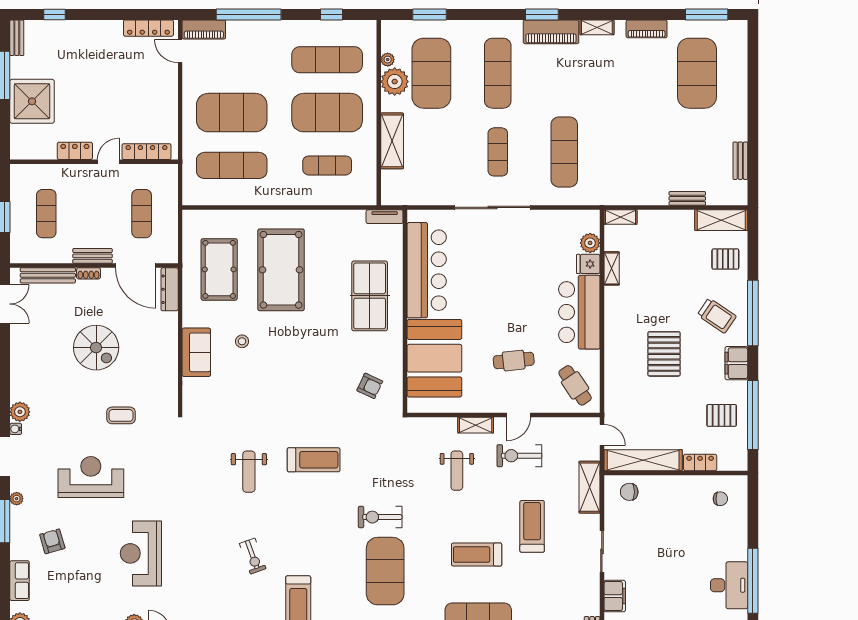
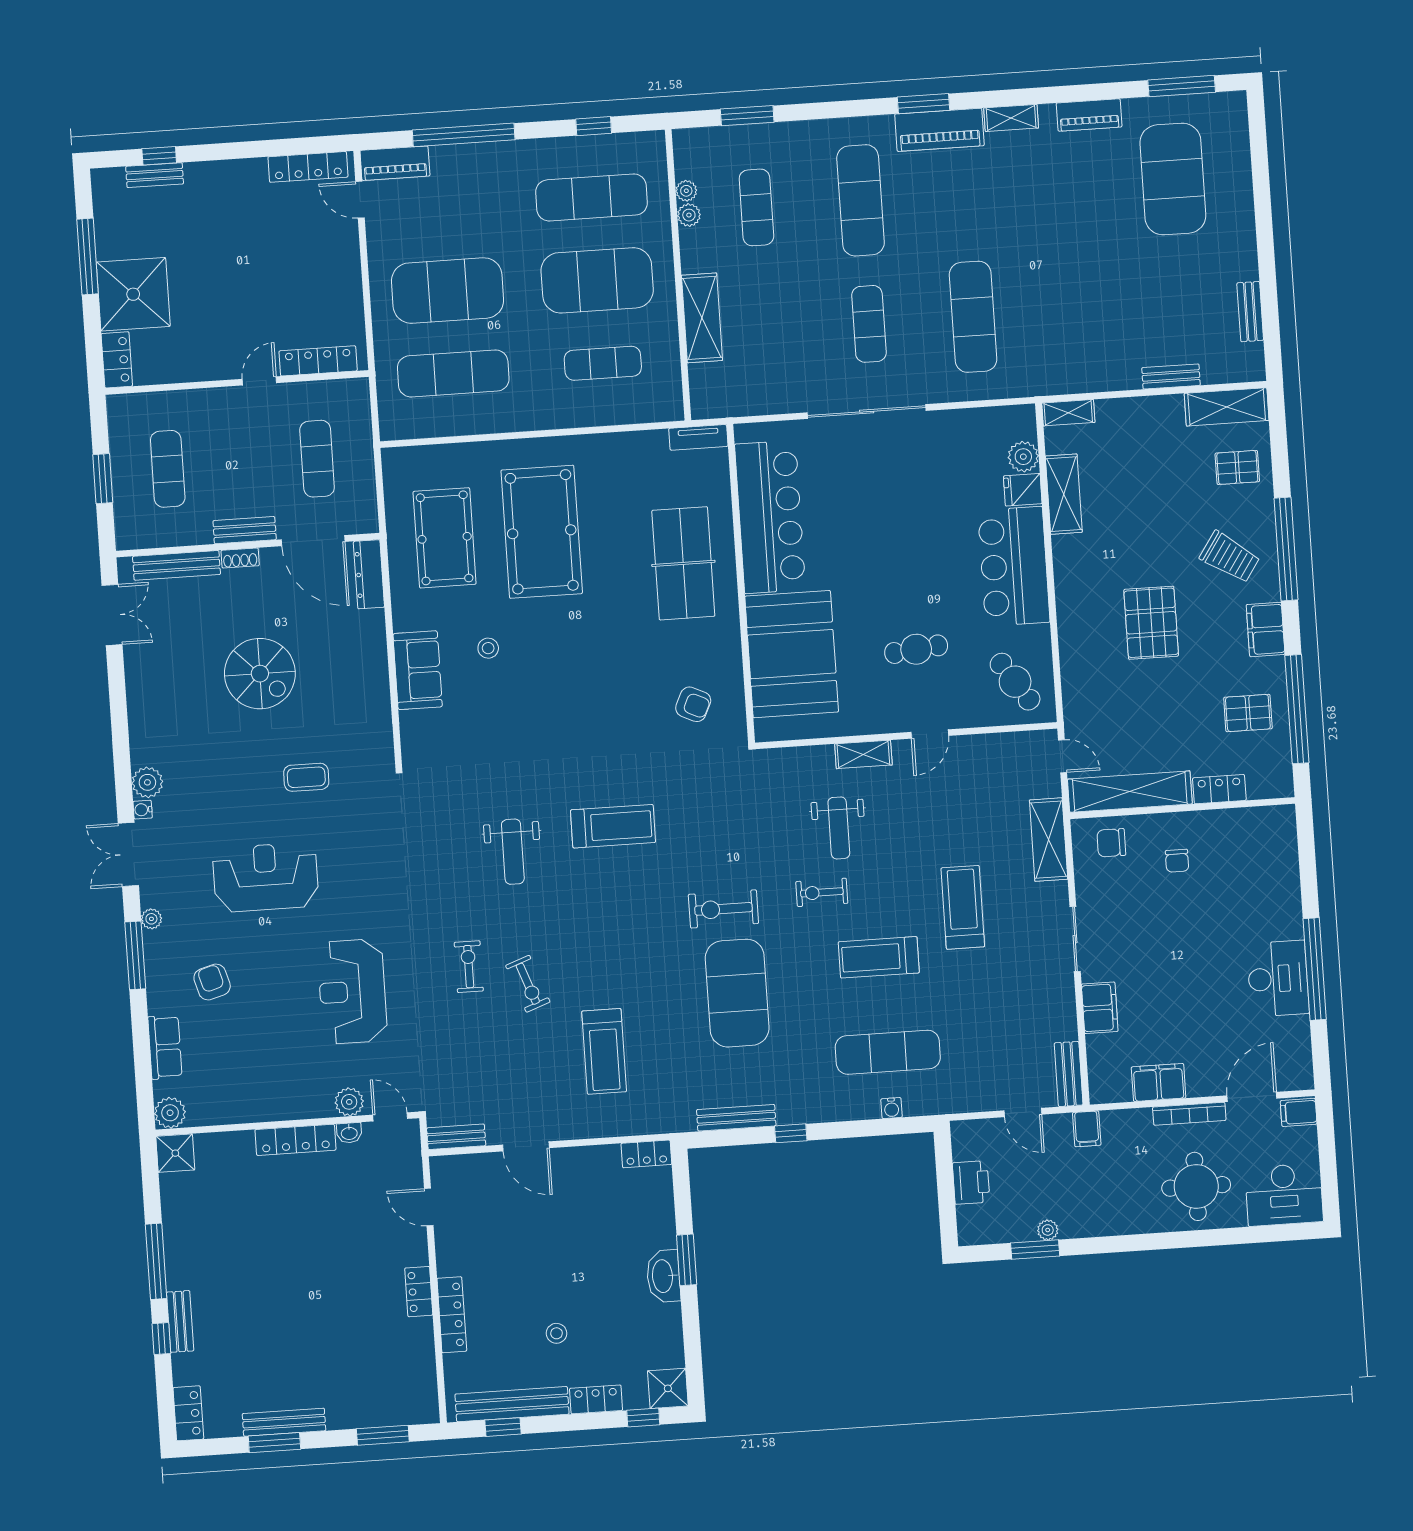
bench: (17, 38) -> (155, 175), moved, turned 90
exercise mat: (431, 73) -> (756, 207), width x0.50, depth x0.69
plant: (395, 82) -> (689, 215), width x0.53, depth x0.53
locker: (75, 151) -> (117, 360), moved, turned 90
shelving: (612, 268) -> (1064, 494), width x1.50, depth x1.33
exercise bike: (519, 456) -> (822, 892), moved, width x0.73, depth x0.72
chair: (720, 499) -> (1177, 861), moved, turned 90
exercise bike: (216, 543) -> (469, 967), added

